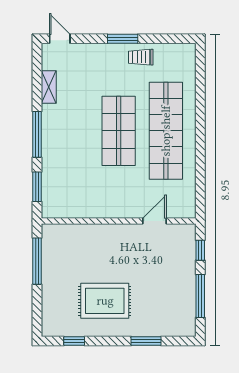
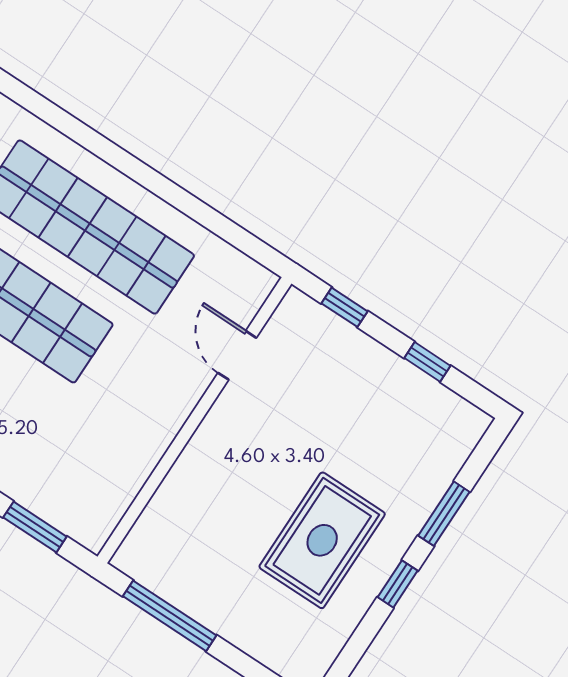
window: (200, 296) -> (427, 362), width x0.46
window: (74, 341) -> (398, 584), moved

